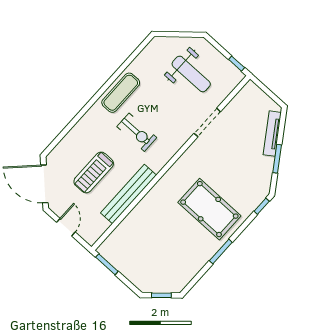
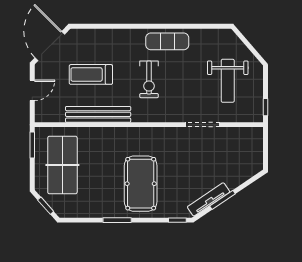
tv unit: (272, 134) -> (209, 199), moved
table tennis table: (142, 255) -> (62, 165), added

